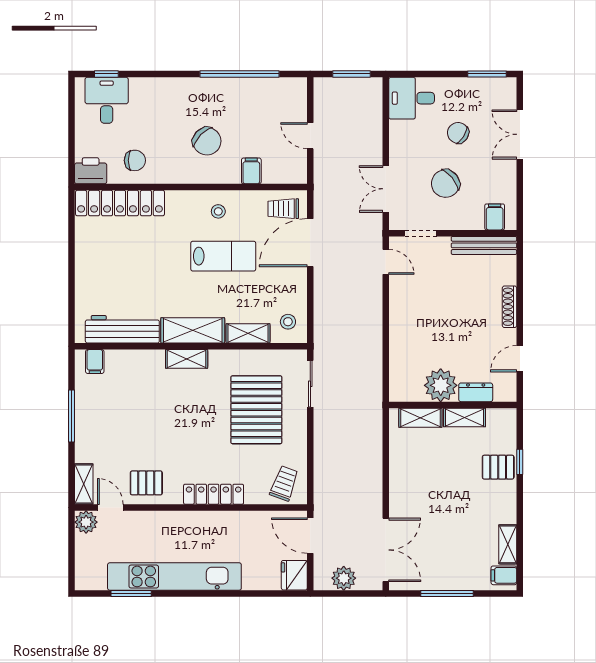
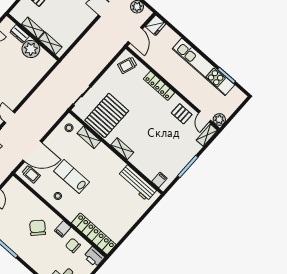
filing cabinet: (251, 171) -> (63, 229), moved
shelving: (193, 330) -> (110, 158), removed
pallet: (256, 410) -> (107, 115), moved

